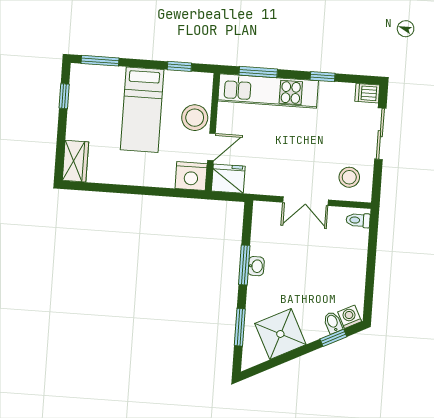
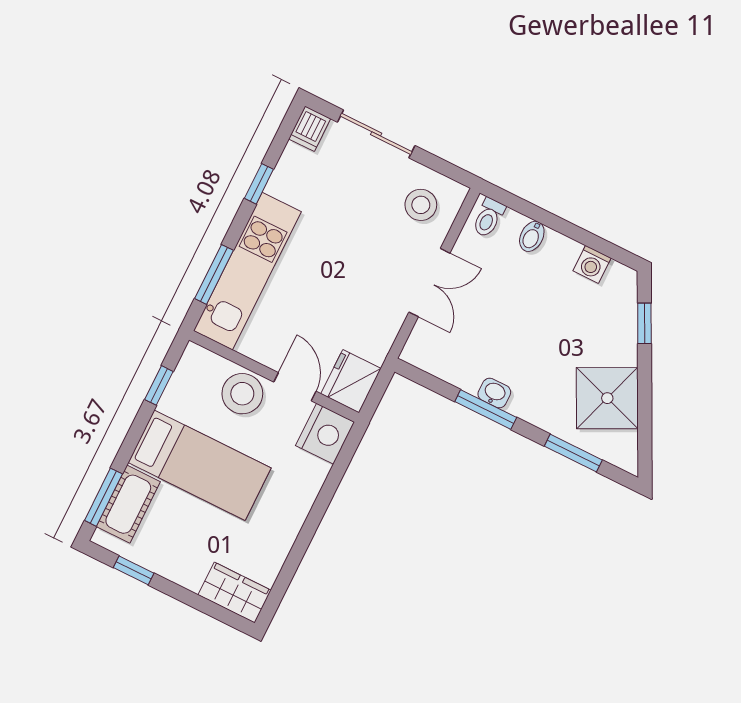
cot: (102, 77) -> (128, 504), added
washing machine: (350, 317) -> (592, 264), moved, turned -63
bidet: (333, 322) -> (532, 236), moved, turned -63

